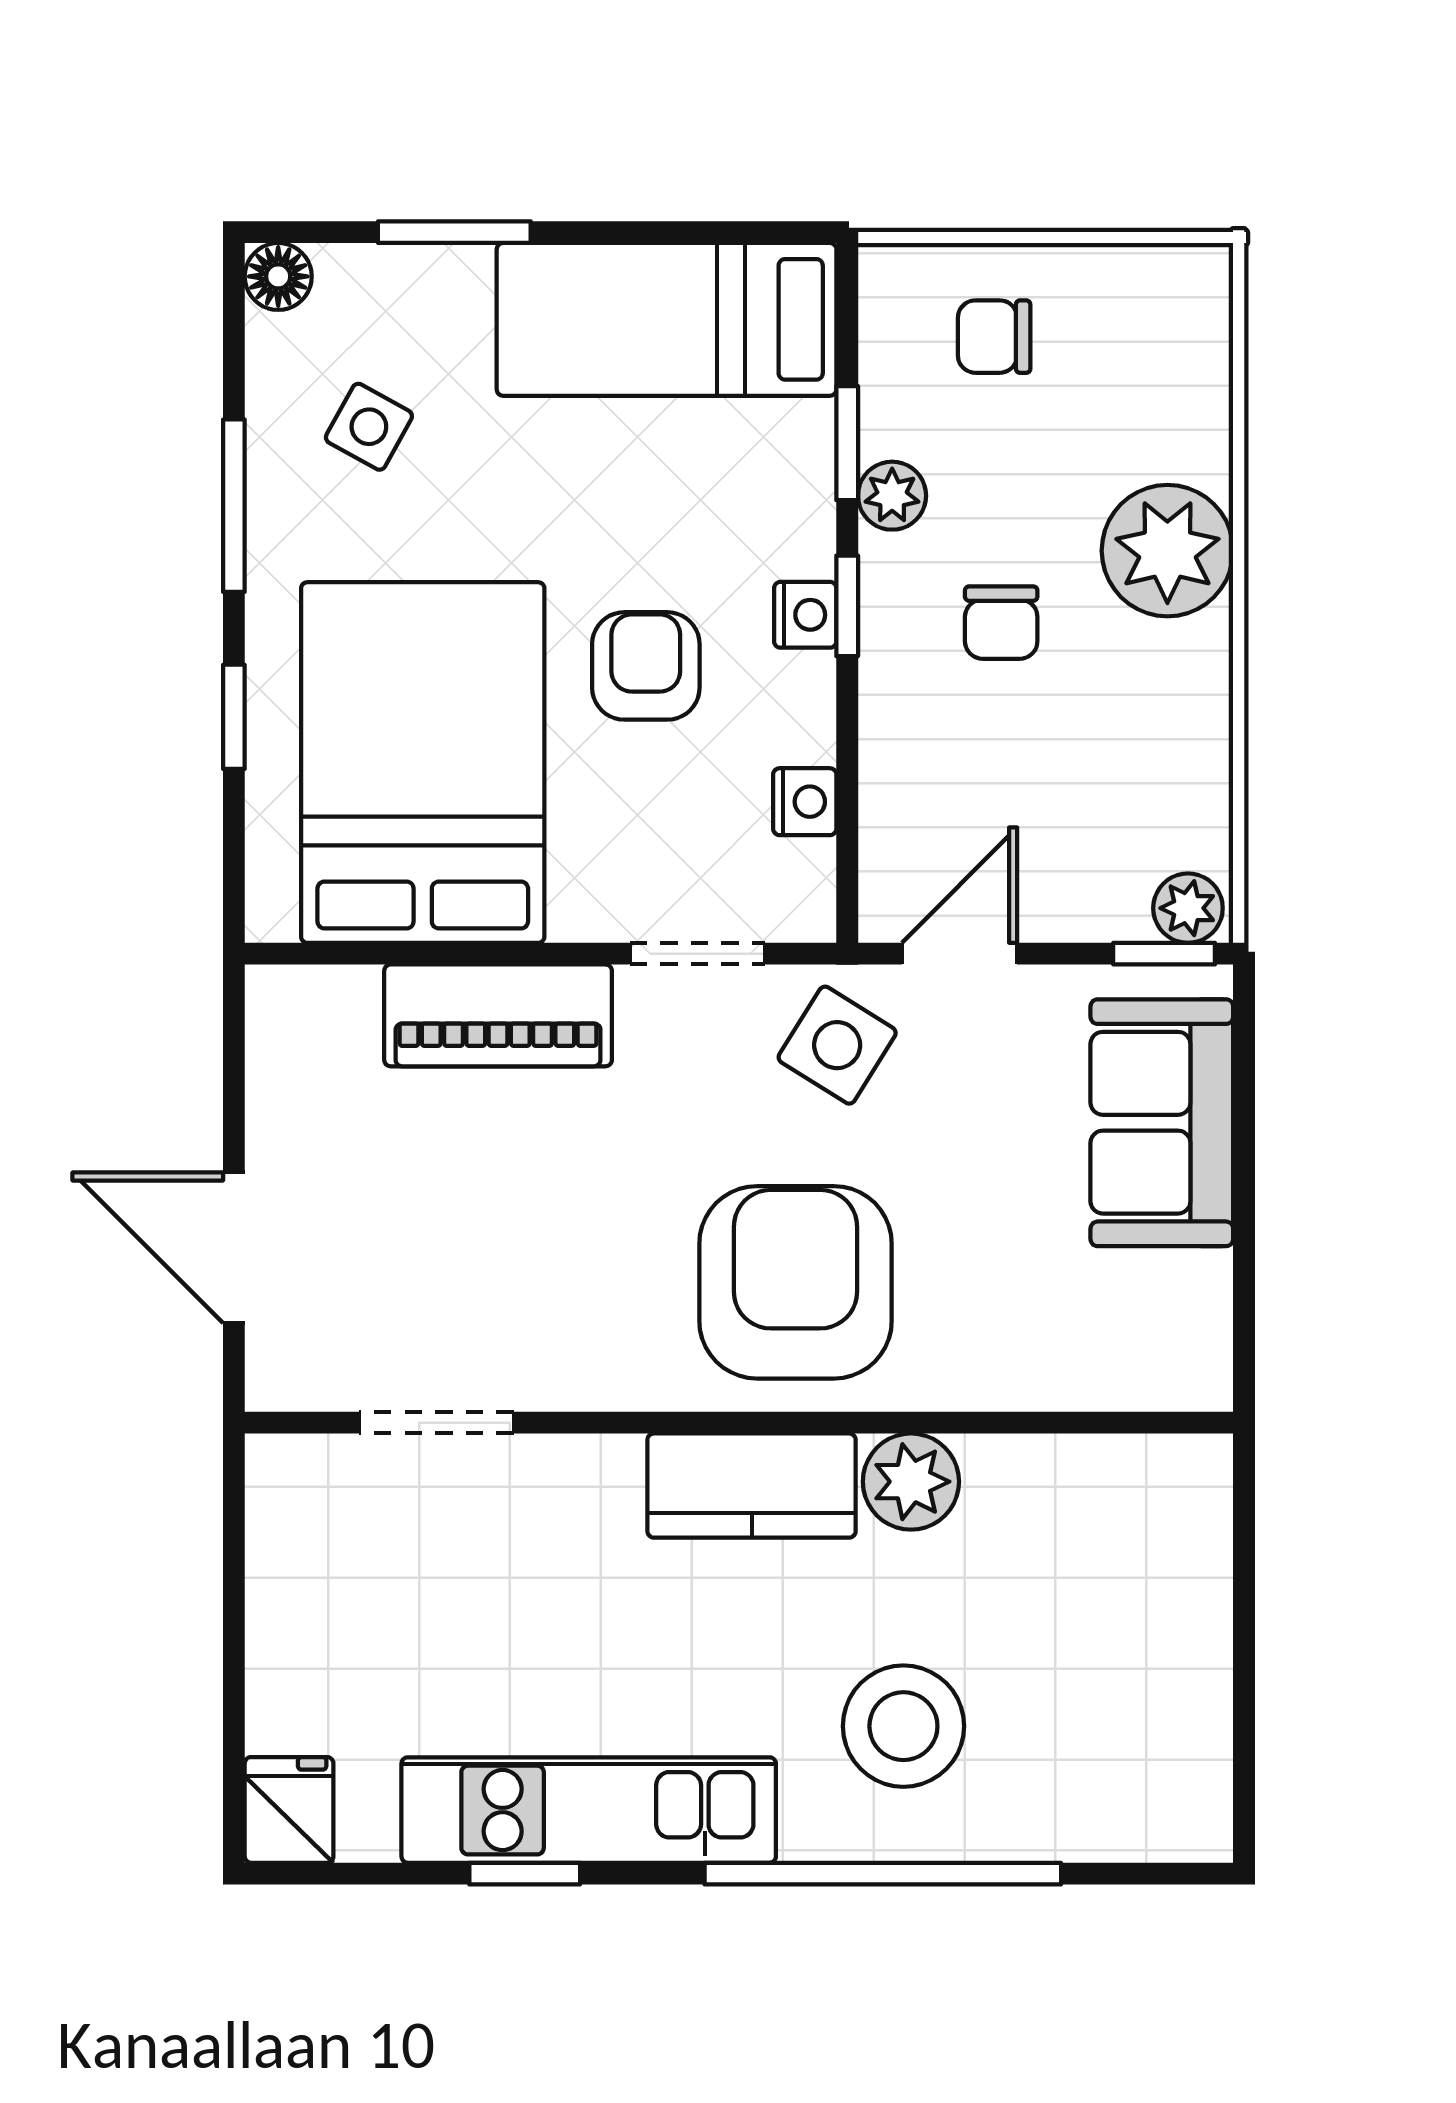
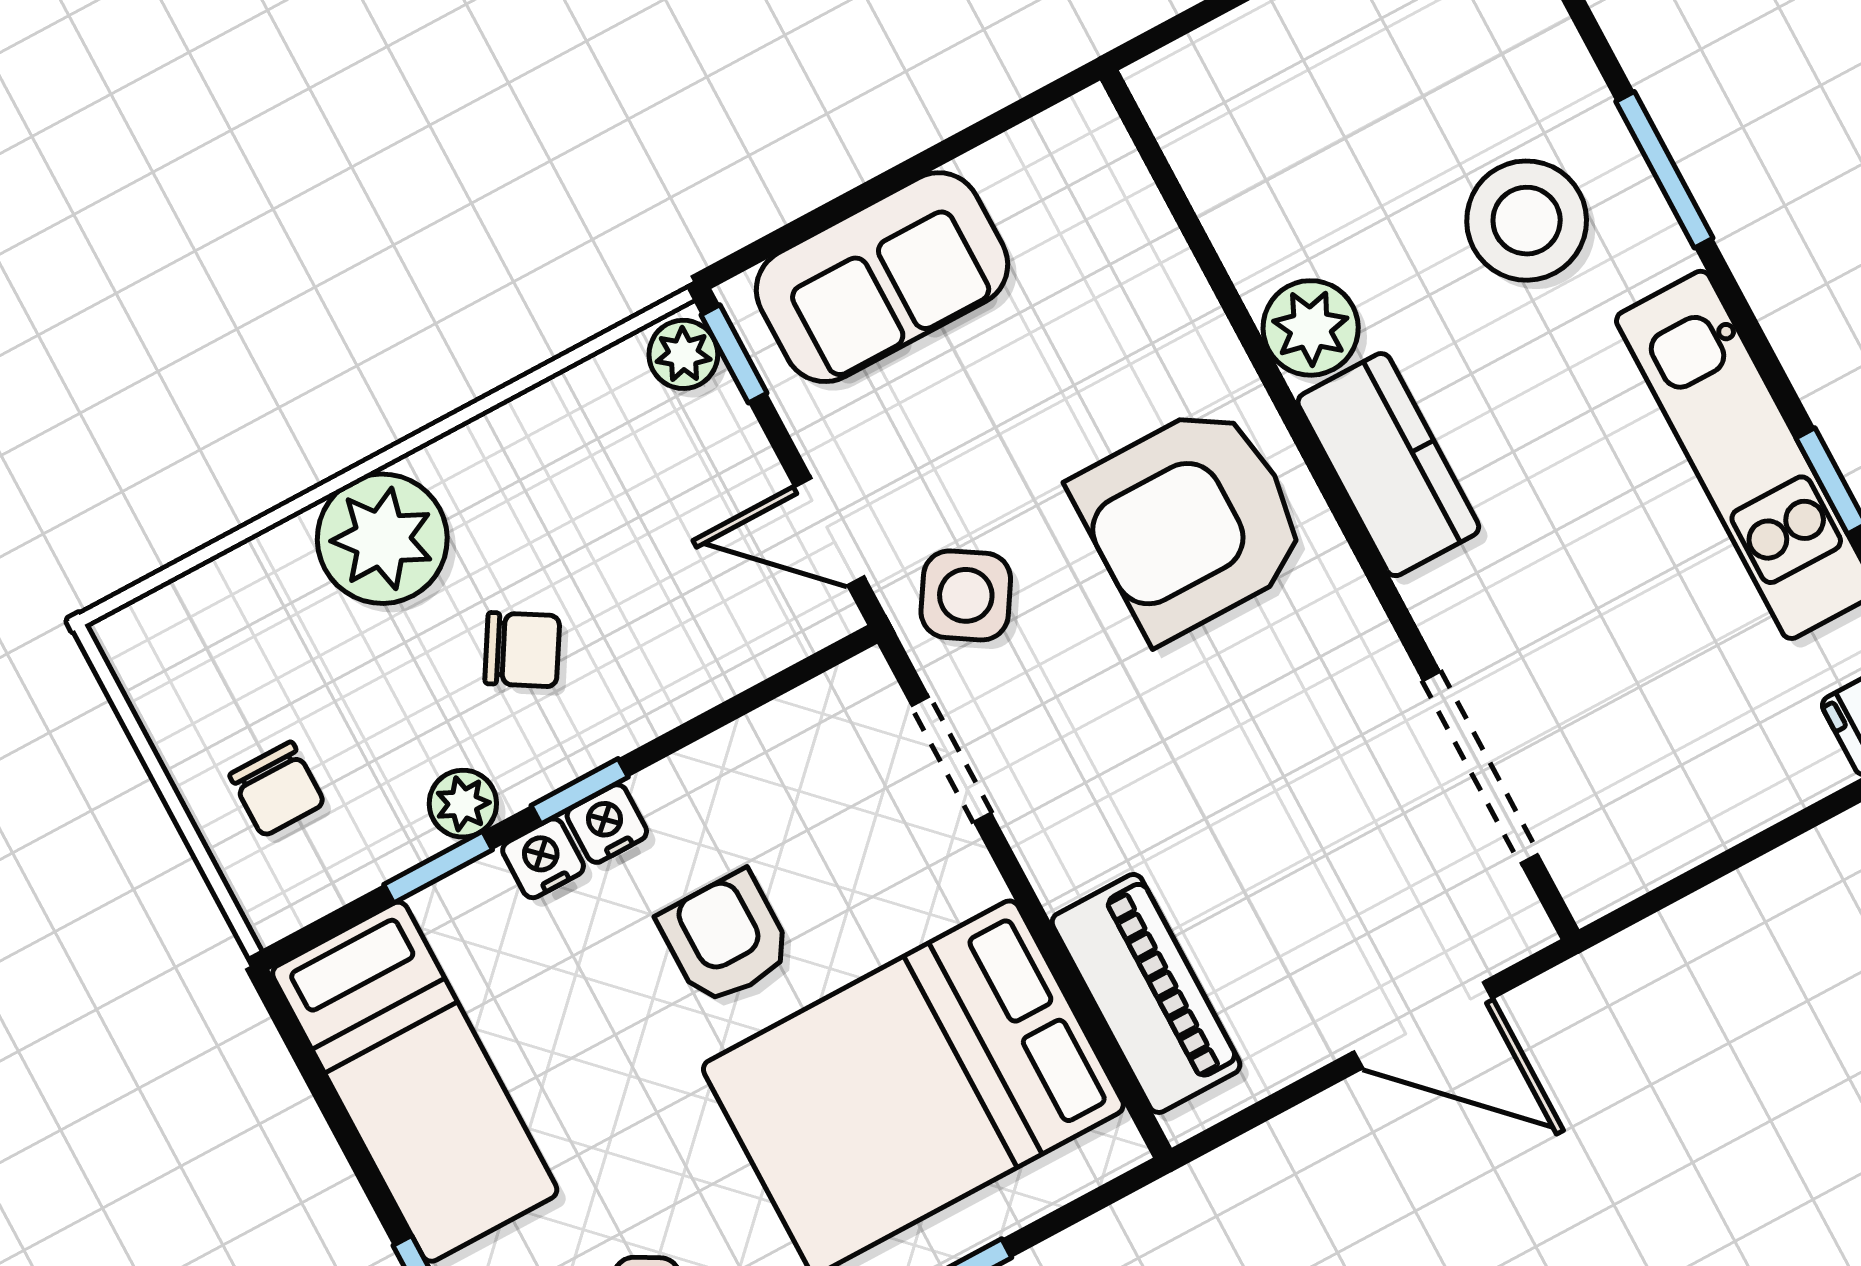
chair: (1001, 623) -> (522, 650), turned 31
armchair: (646, 666) -> (726, 938), turned 90
nightstand: (805, 802) -> (543, 858), moved
piano: (498, 1015) -> (1146, 993), moved
door: (234, 1248) -> (1423, 1025), hinge flipped
doorway: (437, 1423) -> (1480, 767), width x1.38
window: (883, 1874) -> (1664, 170), width x0.47

